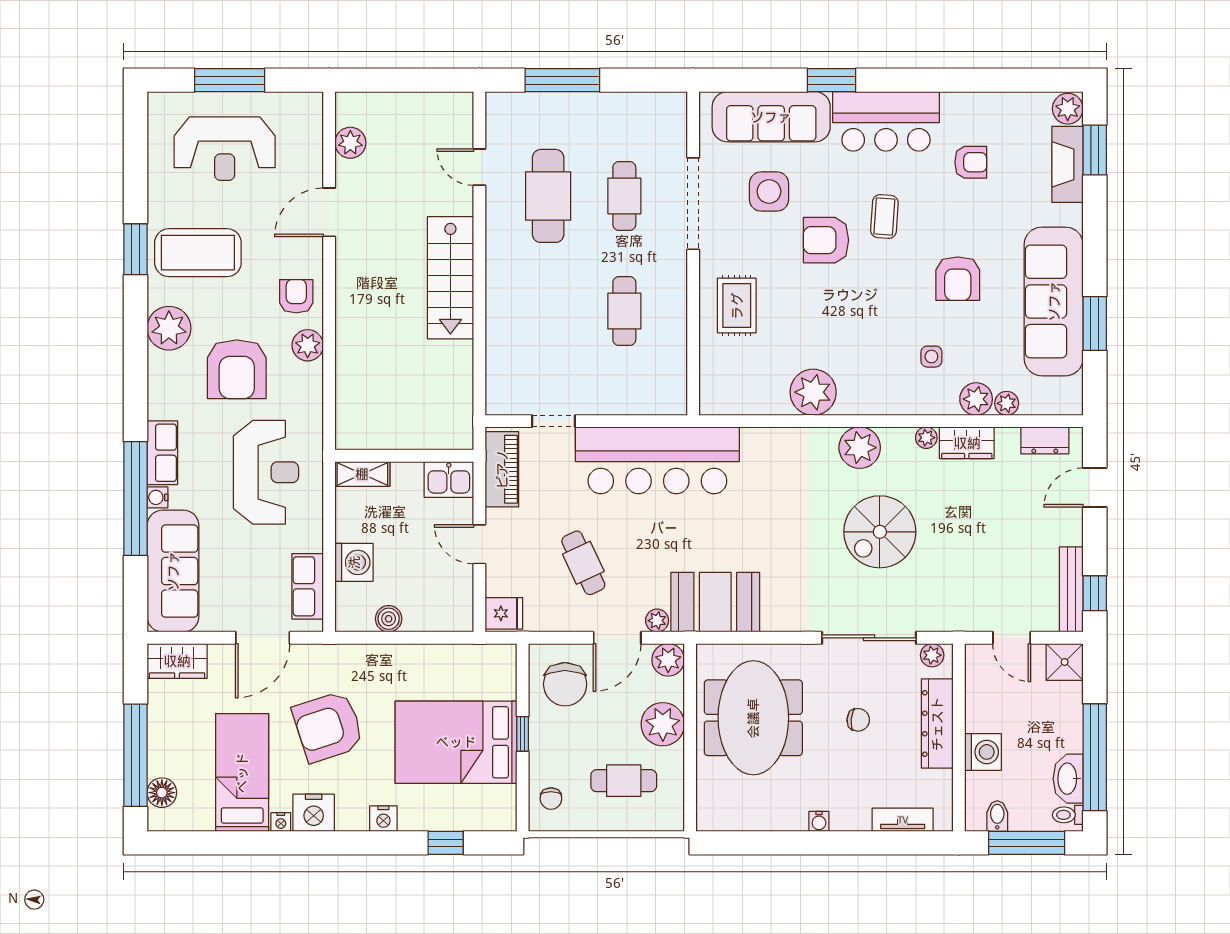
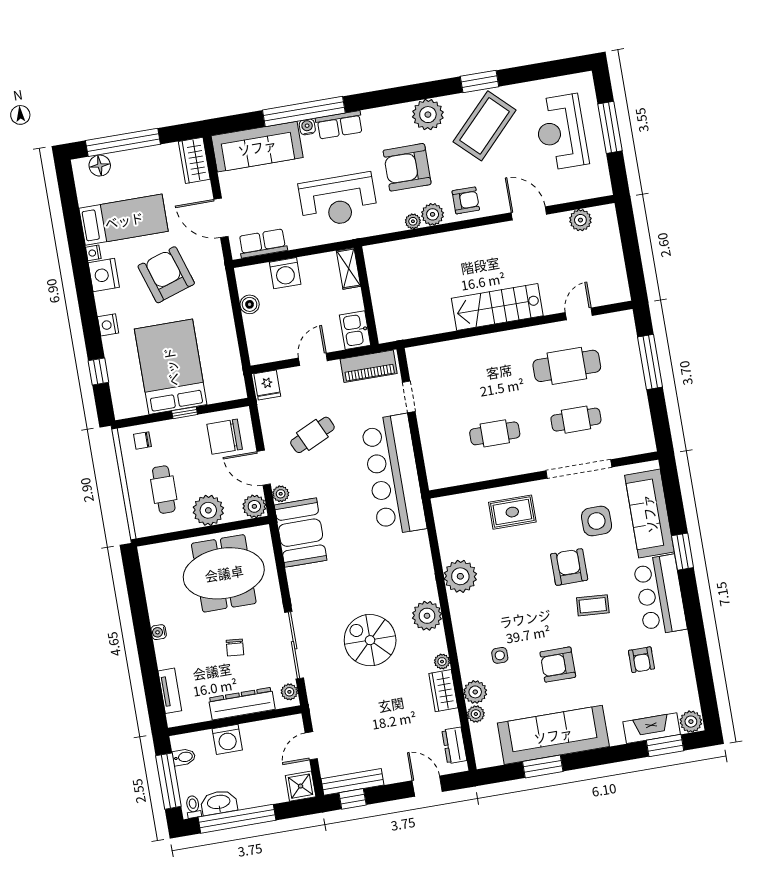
coffee table: (198, 253) -> (485, 126), turned 44
plant: (313, 374) -> (413, 221), added

